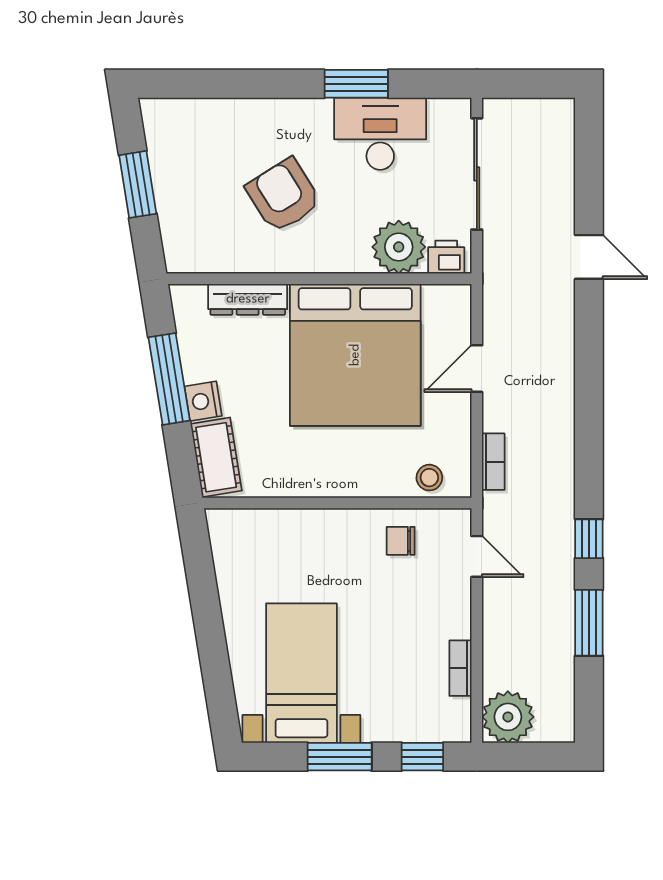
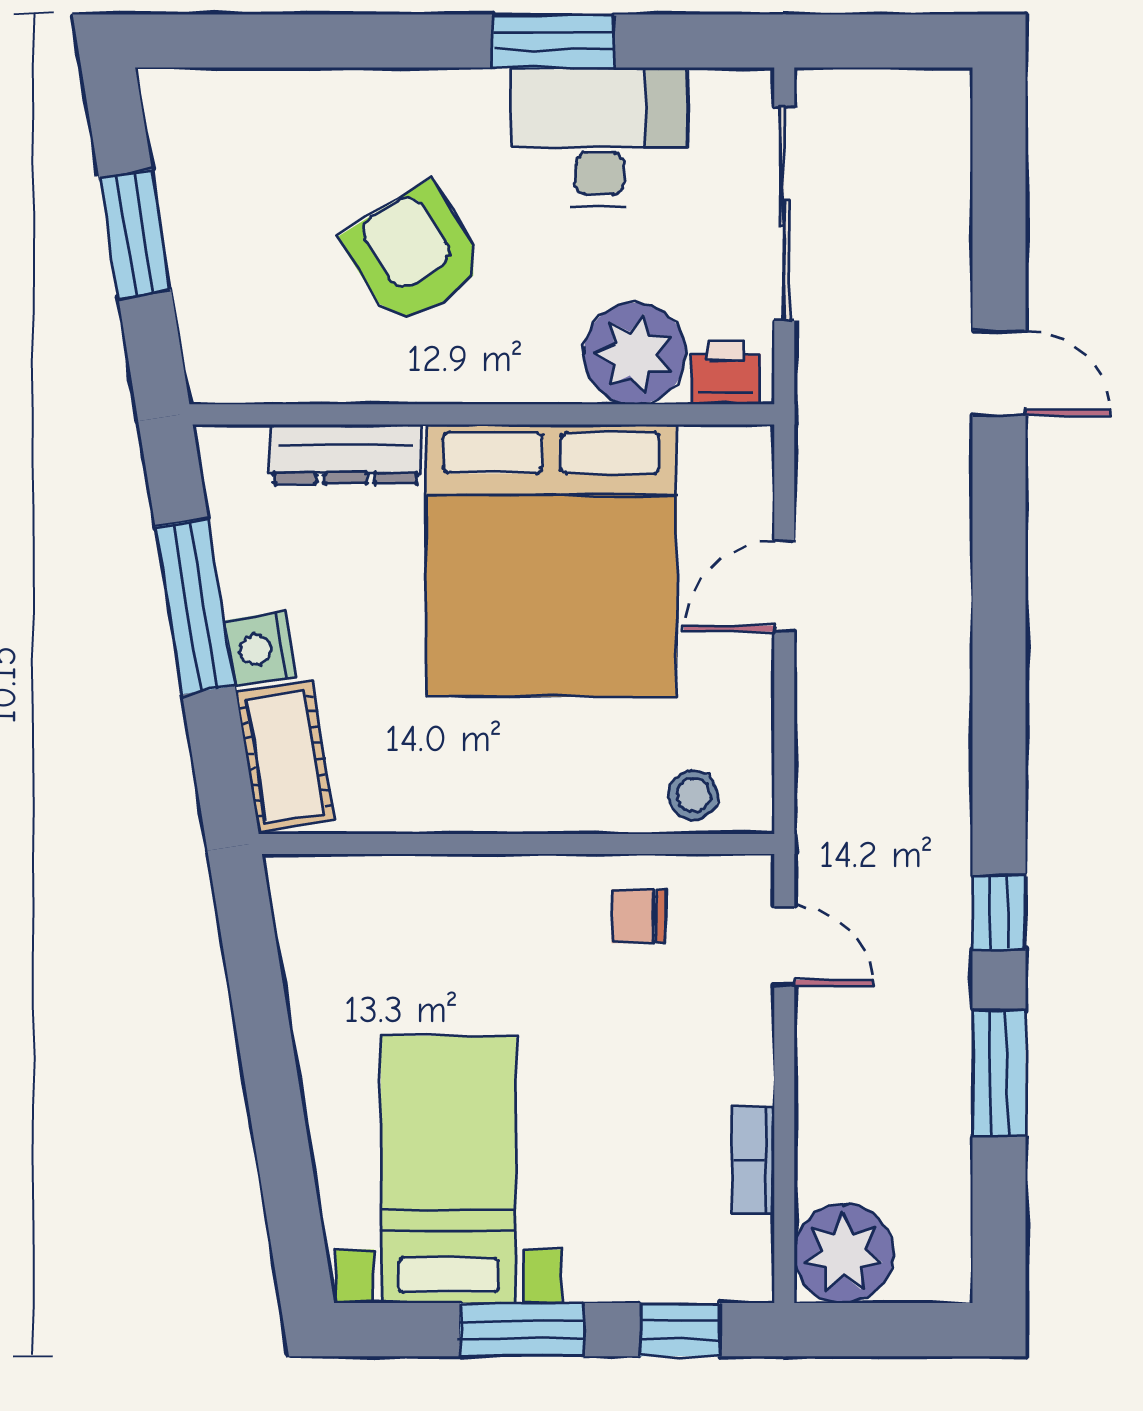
bookcase: (493, 462) -> (816, 765), removed

